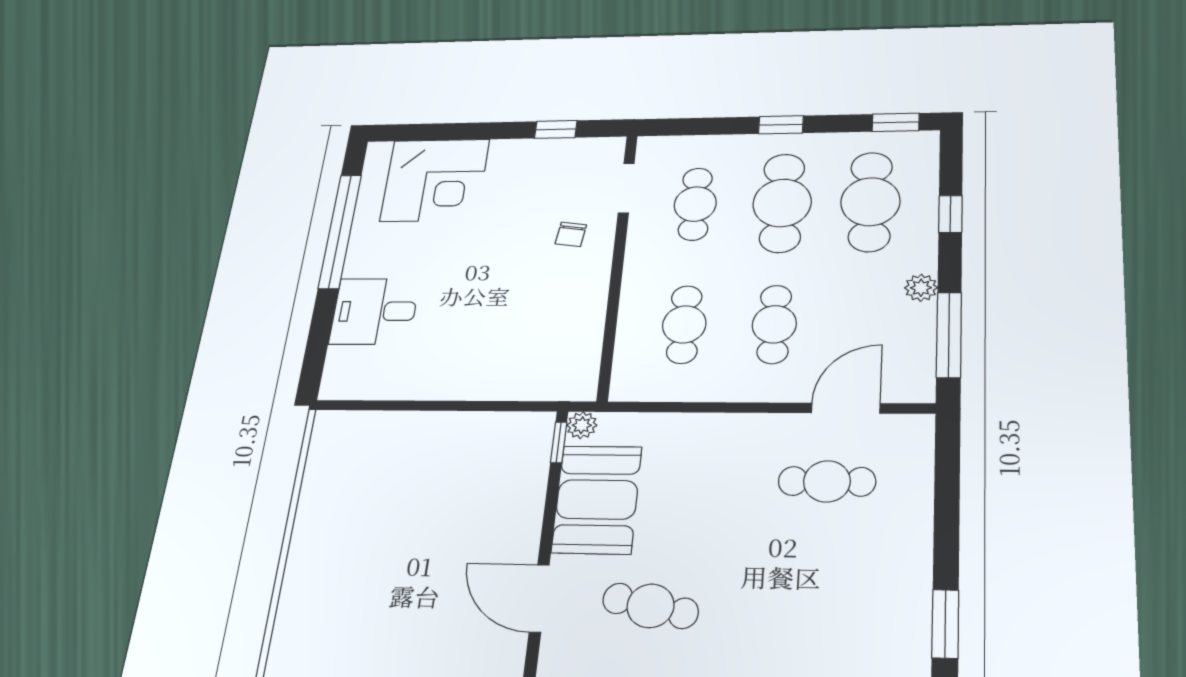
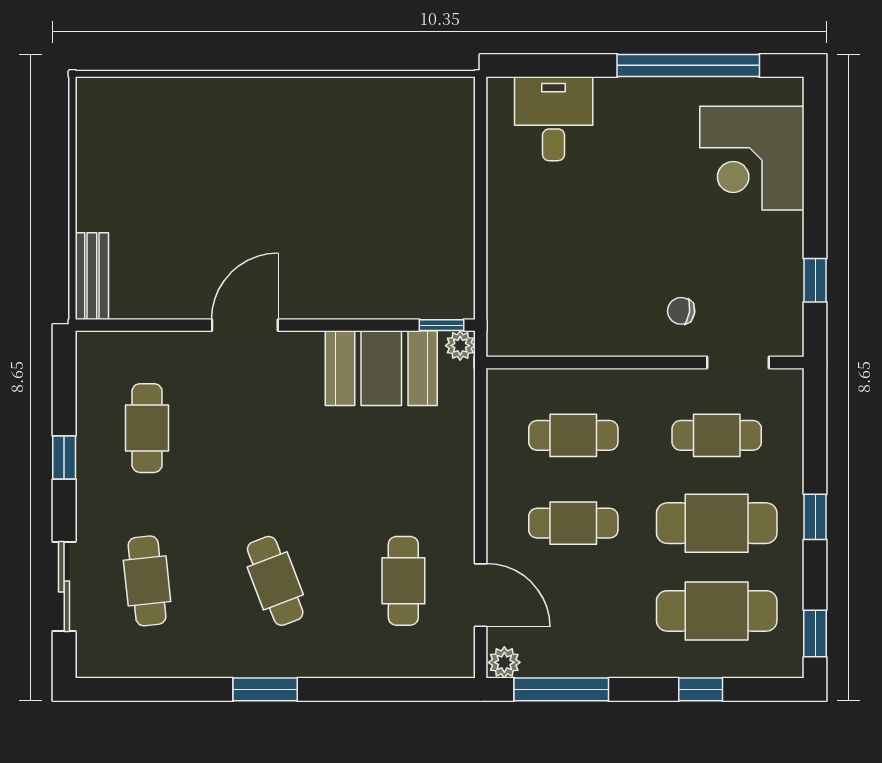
plant: (921, 288) -> (504, 662), moved
desk: (374, 311) -> (554, 119), moved
door: (539, 598) -> (245, 325), moved
cafe table: (650, 606) -> (275, 581), moved, turned -33

